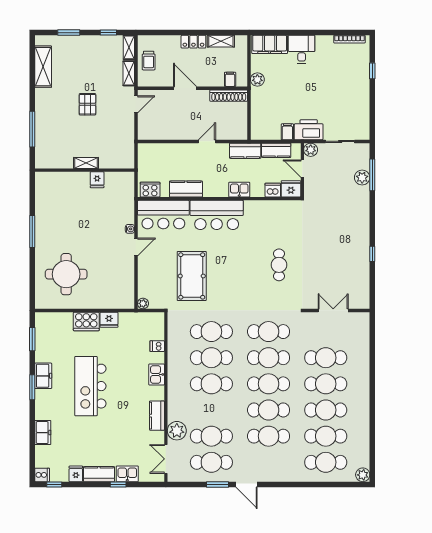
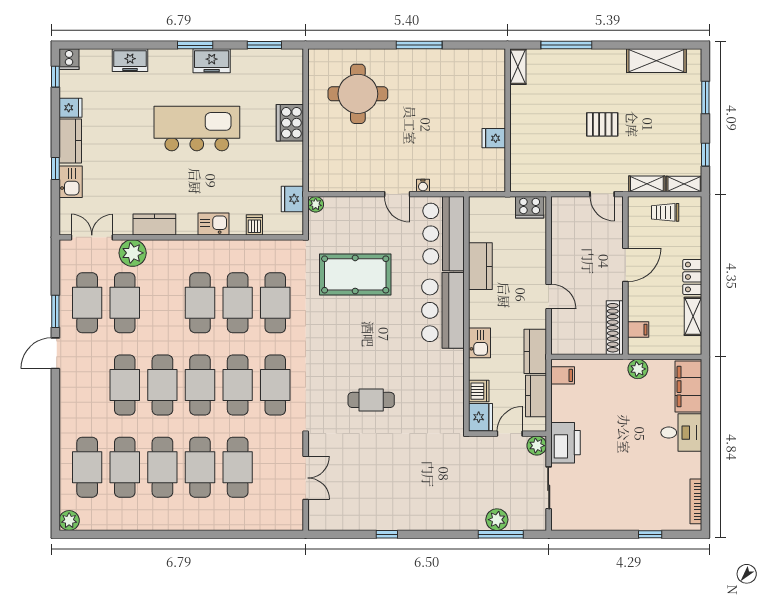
filing cabinet: (287, 132) -> (563, 375), moved
shelving: (86, 163) -> (518, 67), moved
cooker: (150, 190) -> (530, 207), moved, turned 90
fridge: (109, 320) -> (292, 199), moved

